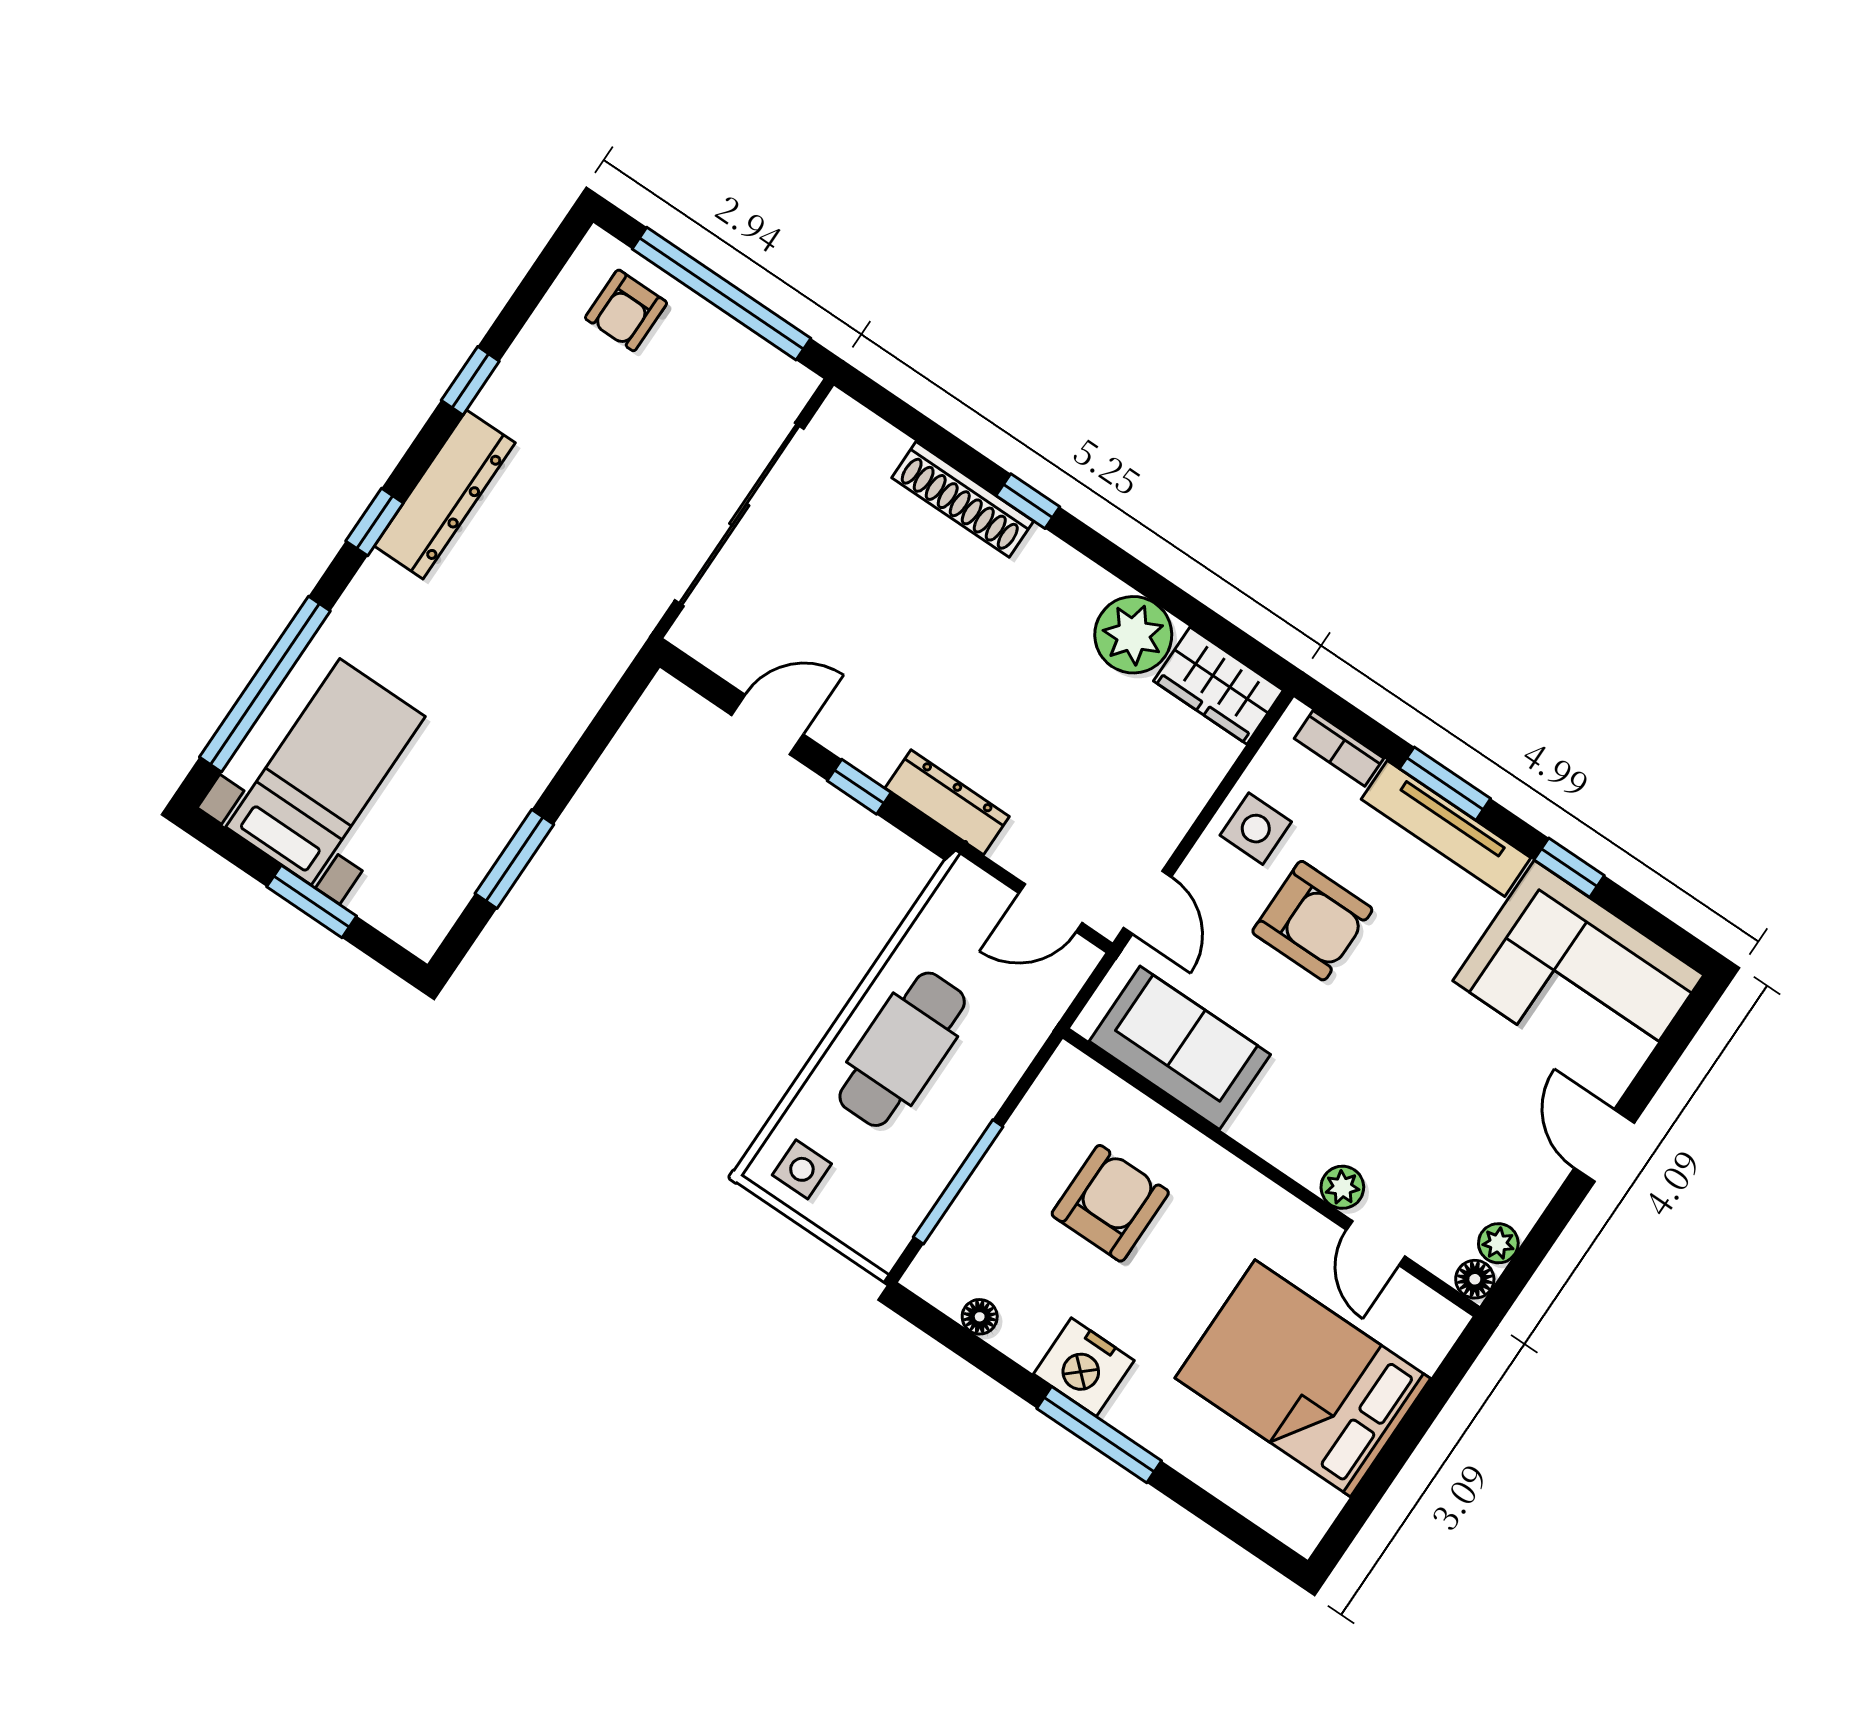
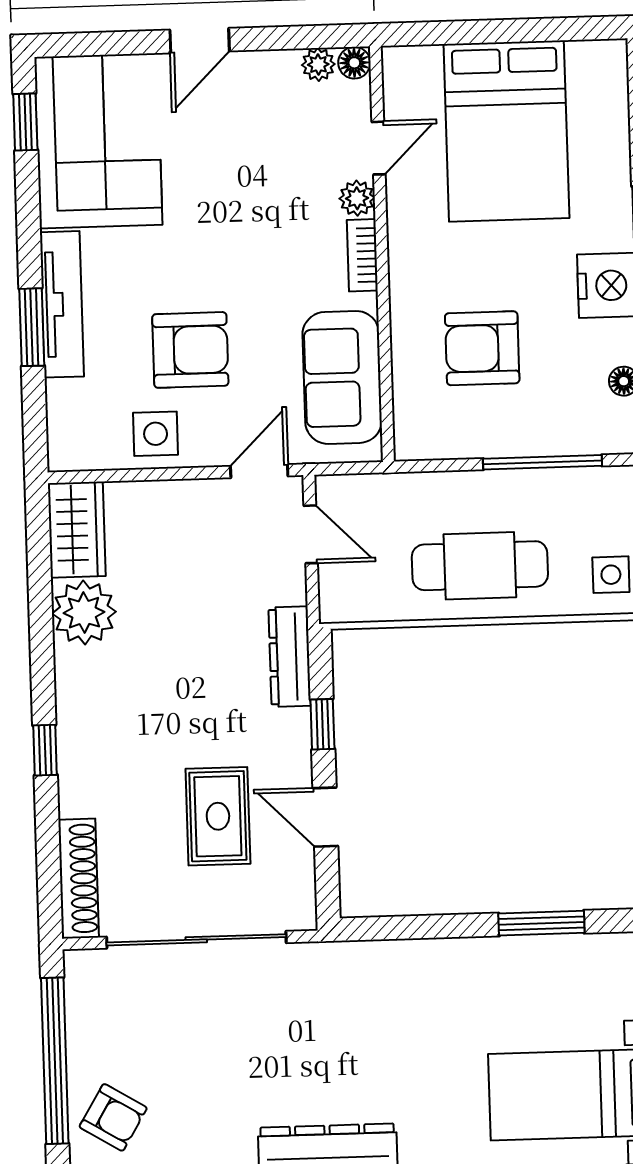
armchair: (626, 310) -> (113, 1117), turned 31
shoe rack: (963, 499) -> (79, 879), moved
rug: (843, 622) -> (218, 816), added
bookcase: (1339, 748) -> (362, 255), moved, turned 180
window: (1569, 868) -> (25, 122), moved
armchair: (1312, 921) -> (190, 350), turned 90

